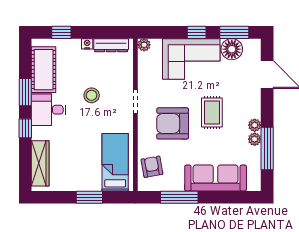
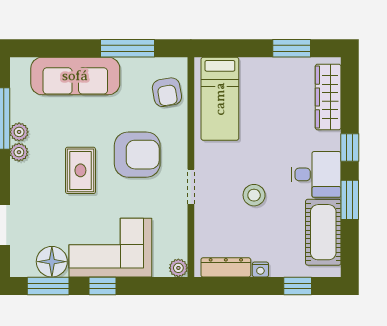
window: (89, 197) -> (292, 48), moved

